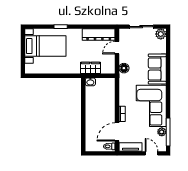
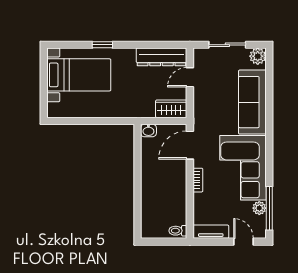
wardrobe: (90, 68) -> (171, 109), moved
floor lamp: (124, 68) -> (201, 109), removed
sofa: (157, 69) -> (252, 102), width x1.36
door: (117, 132) -> (190, 145), moved

